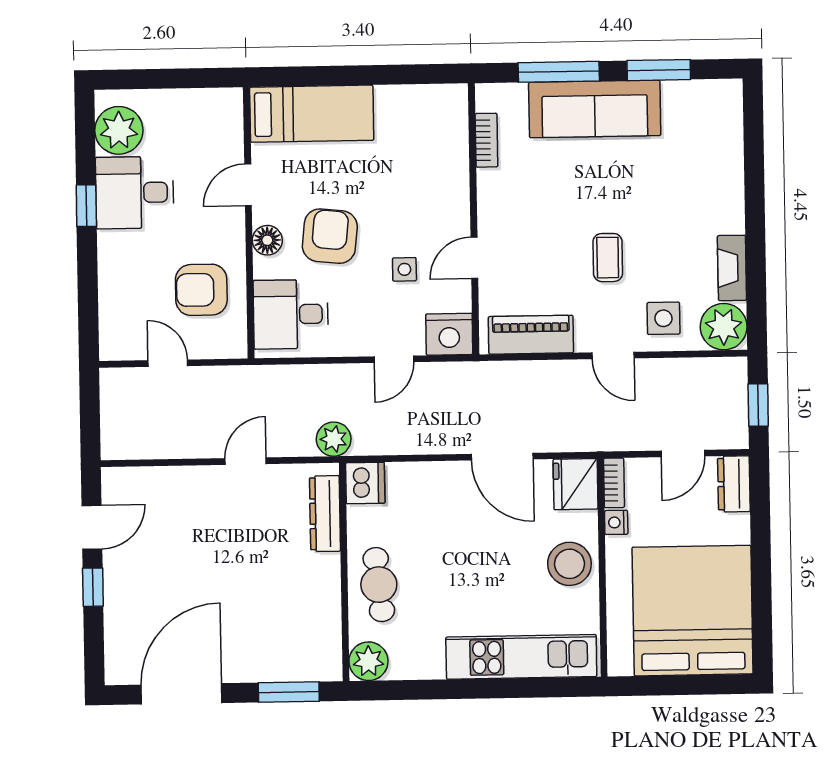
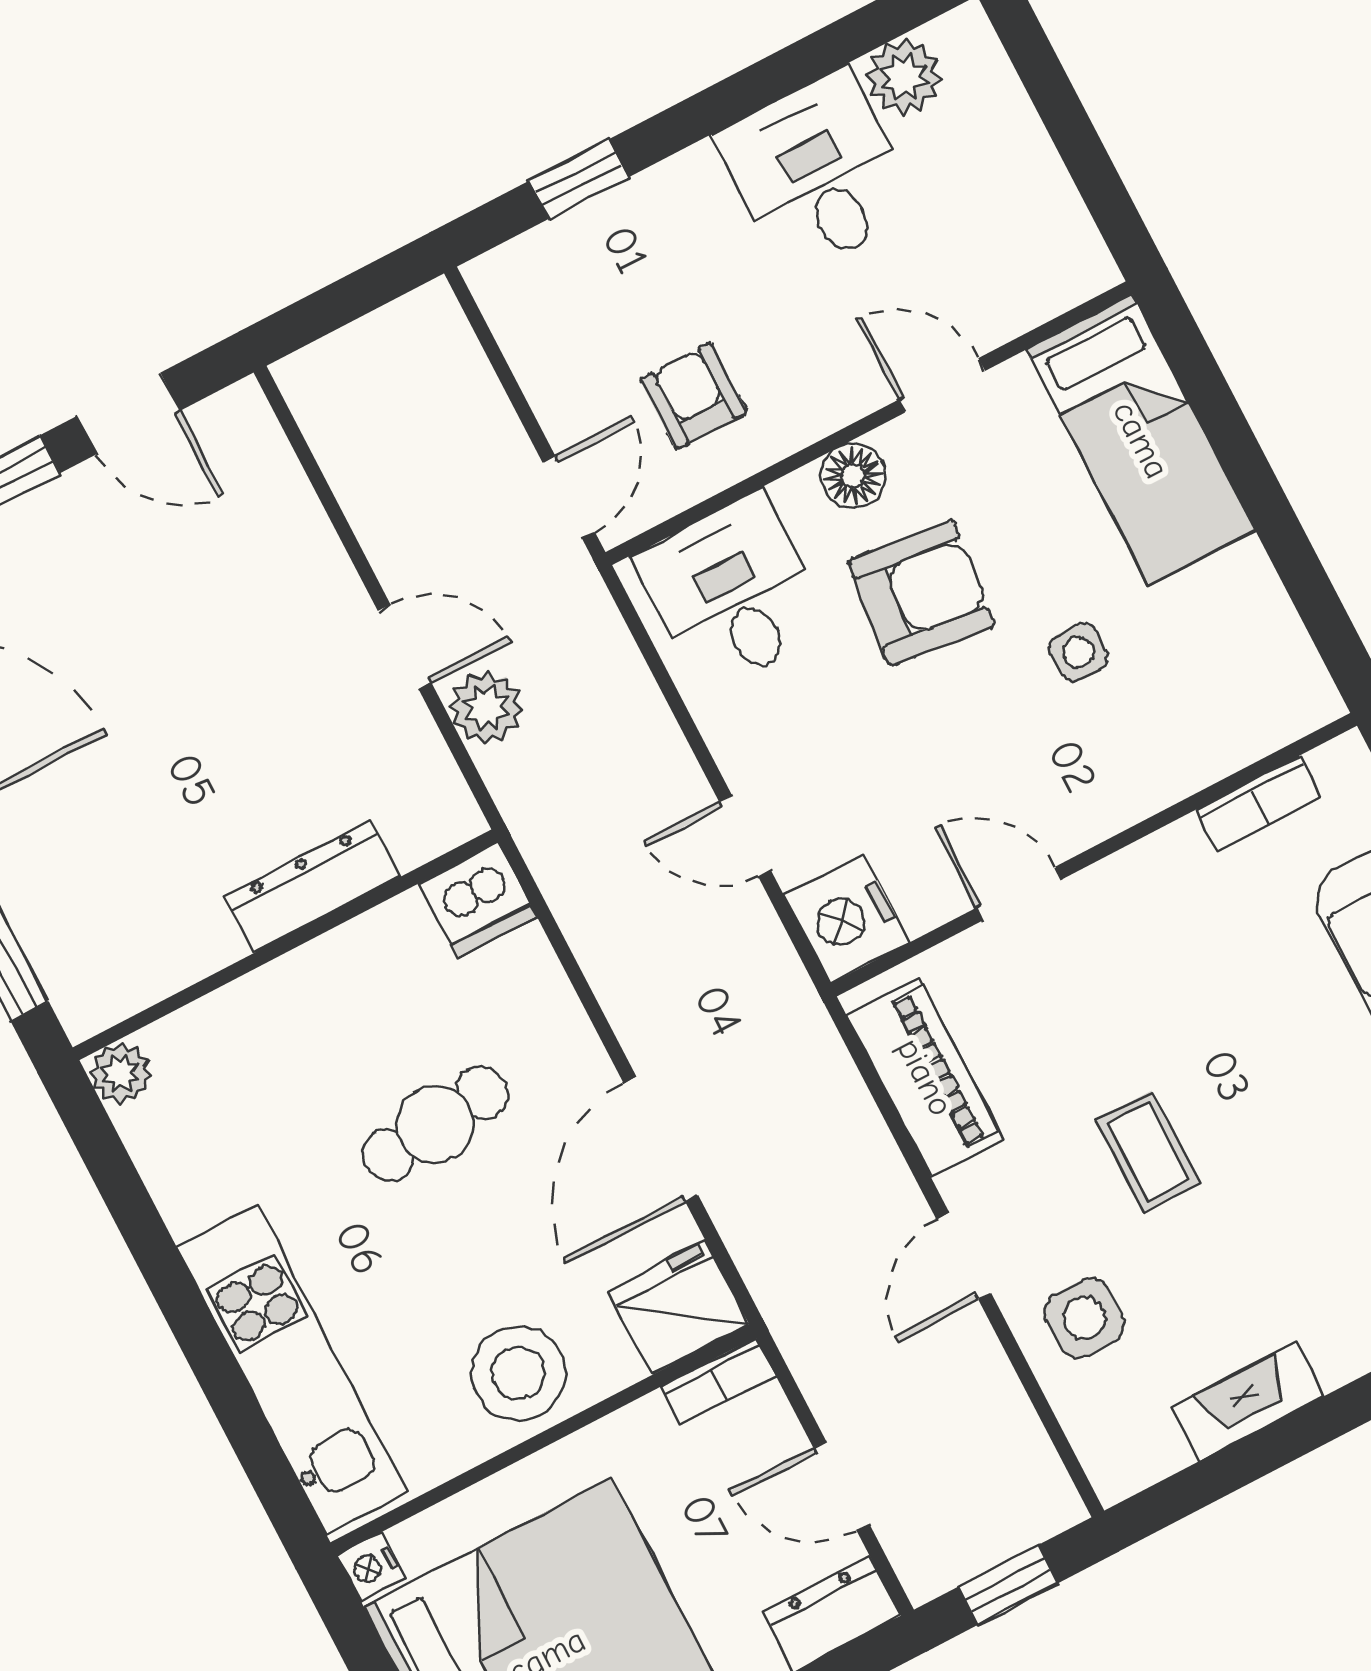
plant: (119, 130) -> (904, 77), width x0.73, depth x0.73
window: (86, 206) -> (579, 179), moved
coffee table: (608, 258) -> (1148, 1151), turned 90
side table: (404, 269) -> (1078, 652), moved
armchair: (201, 290) -> (693, 396), width x0.72, depth x0.72
plant: (724, 327) -> (1126, 1442), removed
door: (168, 363) -> (569, 497), moved
plant: (334, 439) -> (486, 708), moved
dresser: (325, 514) -> (313, 886), moved
nightstand: (616, 522) -> (371, 1567), moved, turned -90
cafe table: (379, 585) -> (435, 1124), moved
plant: (368, 661) -> (120, 1073), width x0.73, depth x0.73

